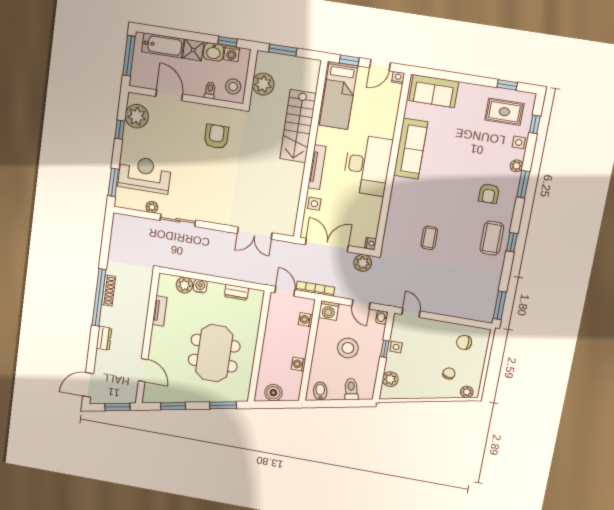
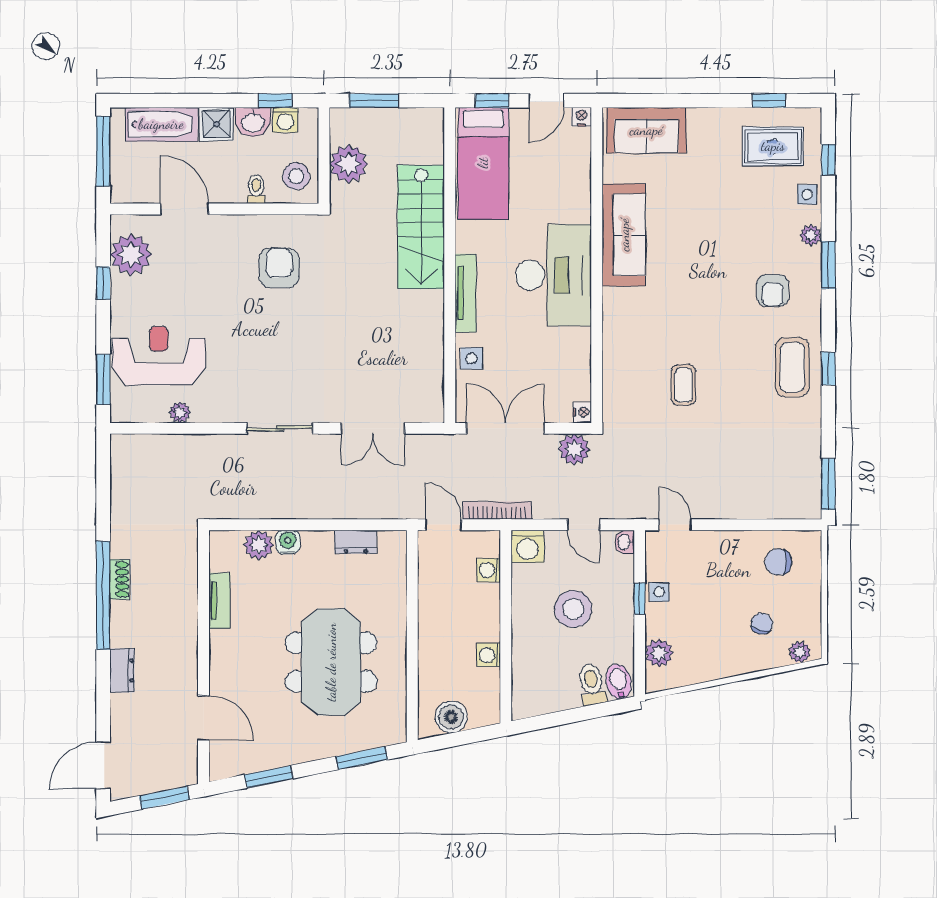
sliding door: (178, 220) -> (280, 428), moved
shoe rack: (109, 291) -> (120, 579), width x0.70
bidet: (320, 391) -> (619, 682), moved

